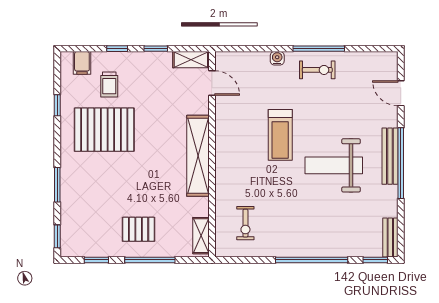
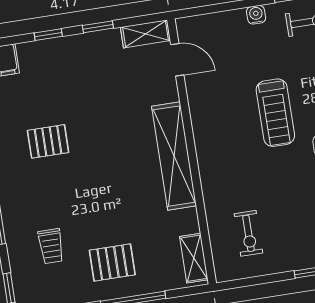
trolley: (109, 84) -> (51, 246), moved
pallet: (104, 130) -> (48, 141), width x0.49, depth x0.50

